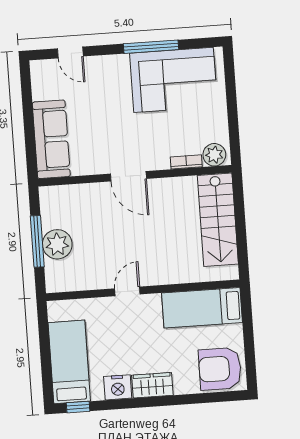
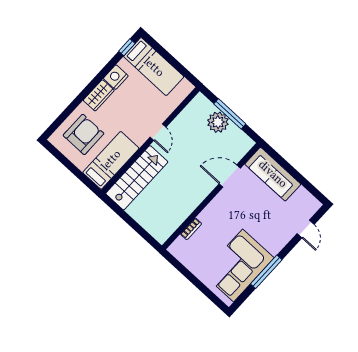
door: (70, 52) -> (306, 229), swing flipped
plant: (214, 155) -> (180, 246), removed
door: (128, 176) -> (230, 176), moved
stairs: (218, 220) -> (137, 178), moved, turned 90
armchair: (220, 369) -> (84, 134), moved

